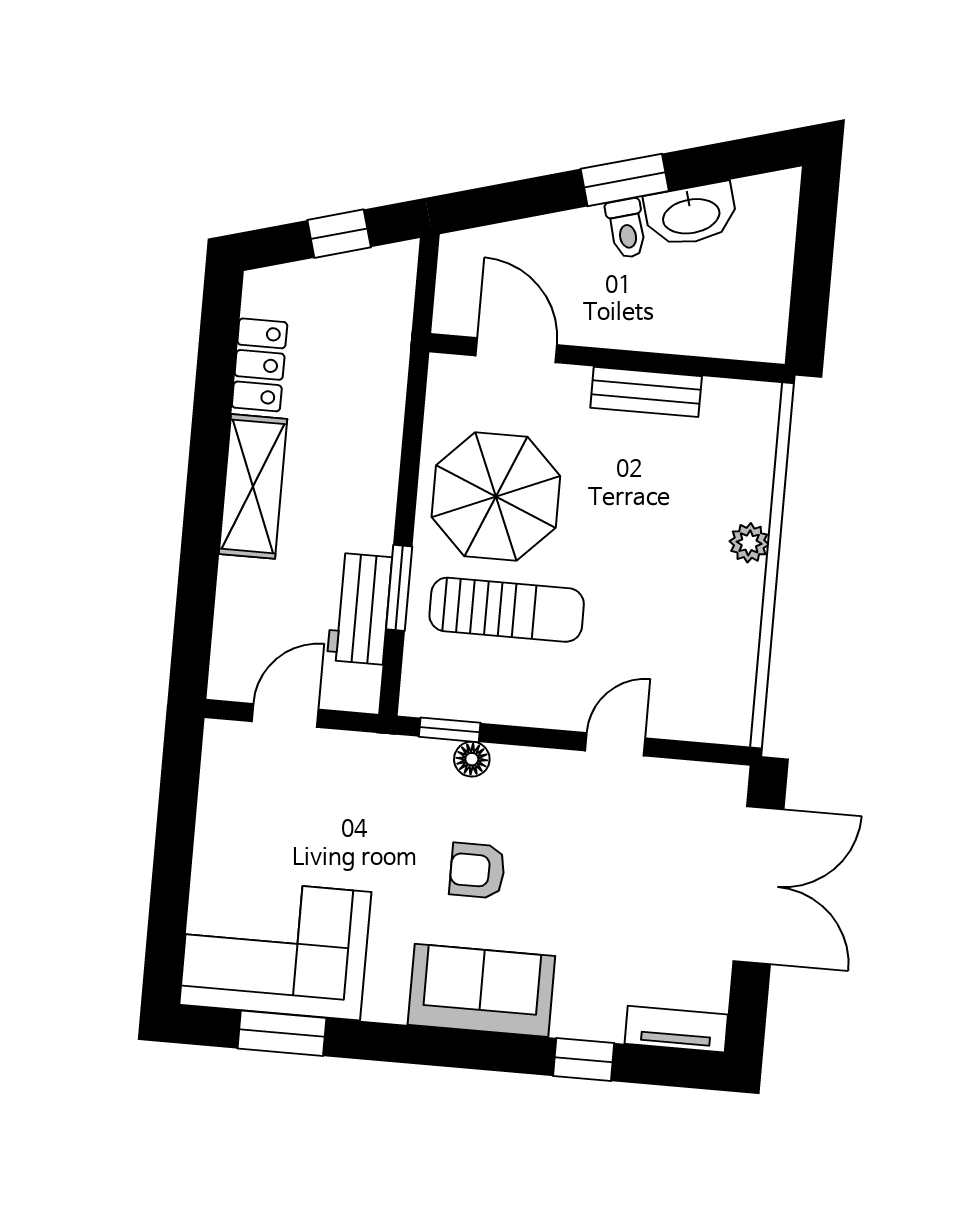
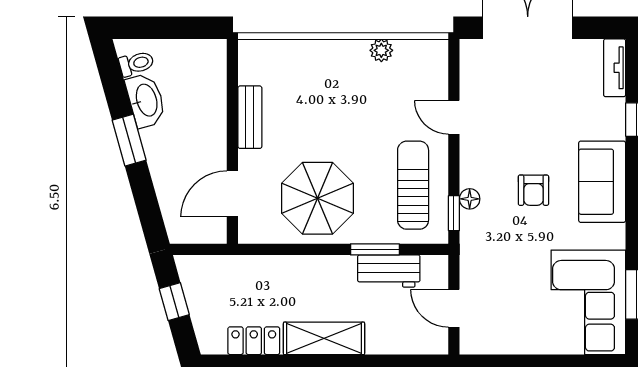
toilet: (627, 228) -> (136, 63), moved
plant: (749, 543) -> (381, 50), moved
sun lounger: (507, 610) -> (413, 185), moved

